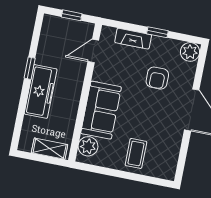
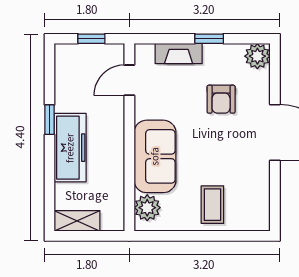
shelving: (50, 149) -> (77, 221), moved

